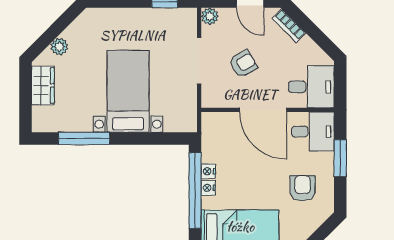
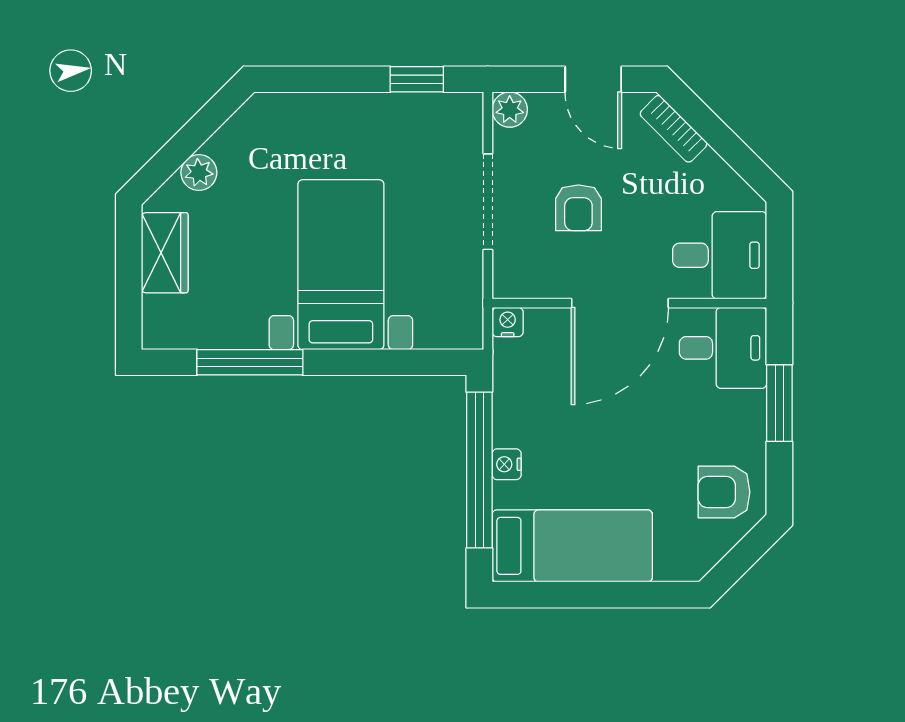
armchair: (243, 64) -> (578, 208), turned 120
door: (263, 110) -> (620, 303), hinge flipped
nightstand: (208, 171) -> (508, 322), moved, turned 90
armchair: (302, 188) -> (724, 492), moved, turned -90

